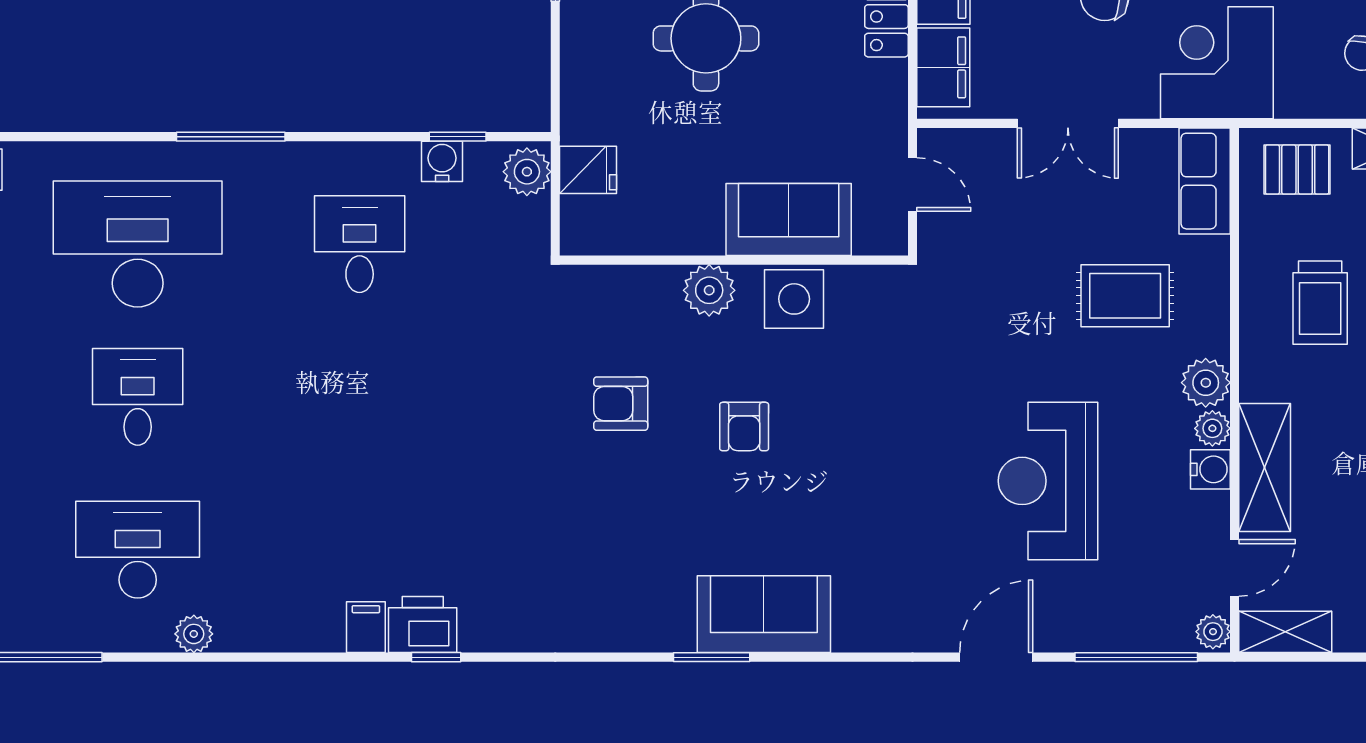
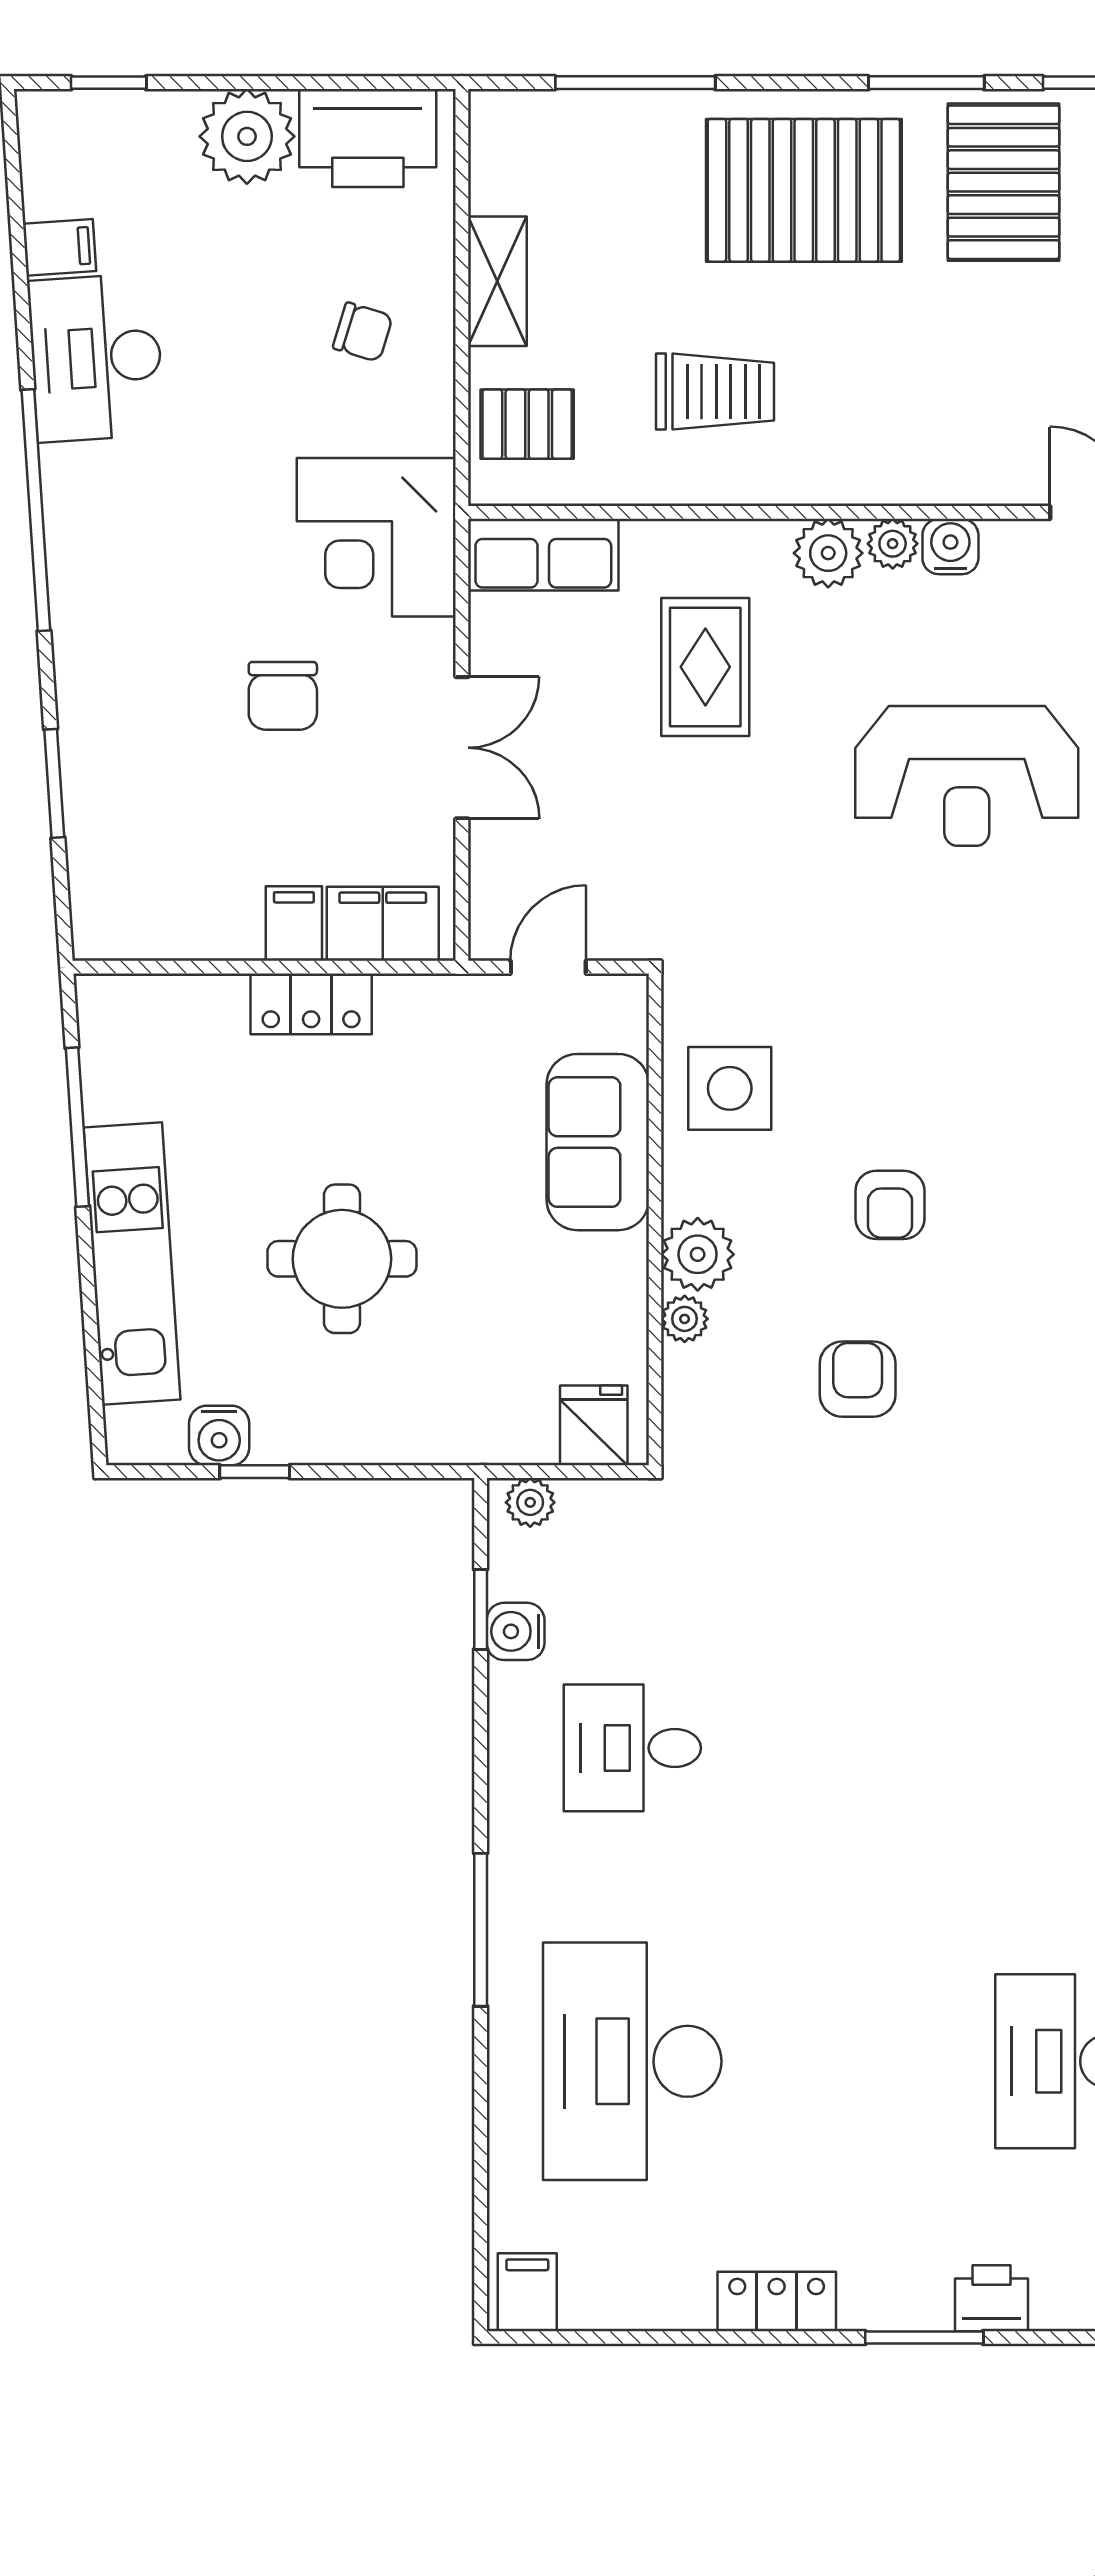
fridge: (588, 170) -> (594, 1425), moved
pallet: (1297, 170) -> (527, 424), turned 90
plant: (527, 172) -> (530, 1502), width x0.73, depth x0.73
plant: (663, 281) -> (685, 1319), added
side table: (794, 299) -> (730, 1088), moved
desk: (138, 397) -> (848, 2061), removed
armchair: (621, 404) -> (858, 1379), turned 180
armchair: (744, 427) -> (890, 1205), turned 90
shelving: (1265, 467) -> (948, 470), removed

